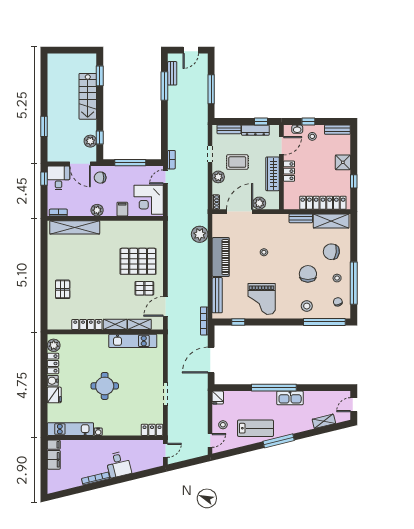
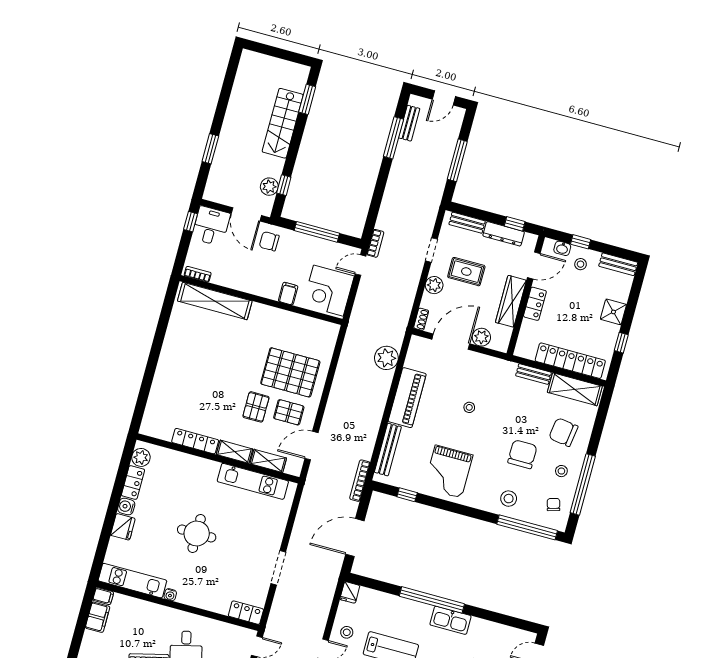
plant: (97, 210) -> (253, 286), removed
pallet: (63, 289) -> (256, 407), moved

